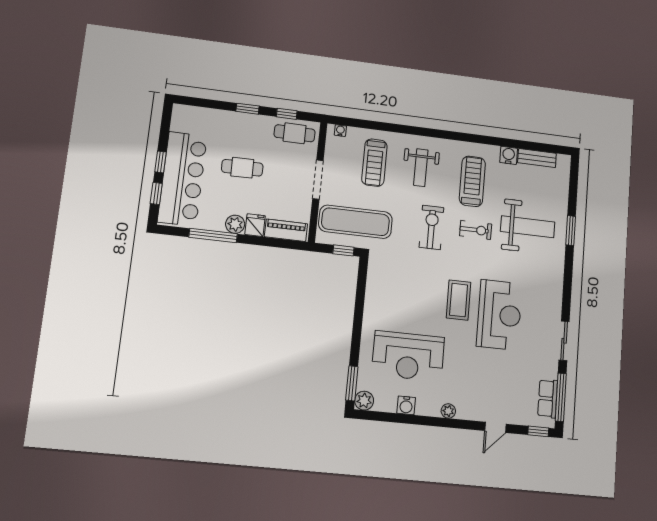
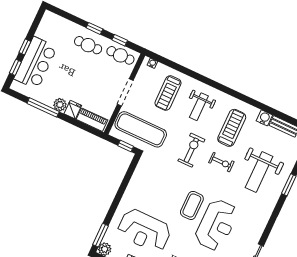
cafe table: (242, 168) -> (88, 45), moved
bar counter: (182, 179) -> (36, 63), width x0.73
weight bench: (528, 227) -> (259, 172), turned 90

